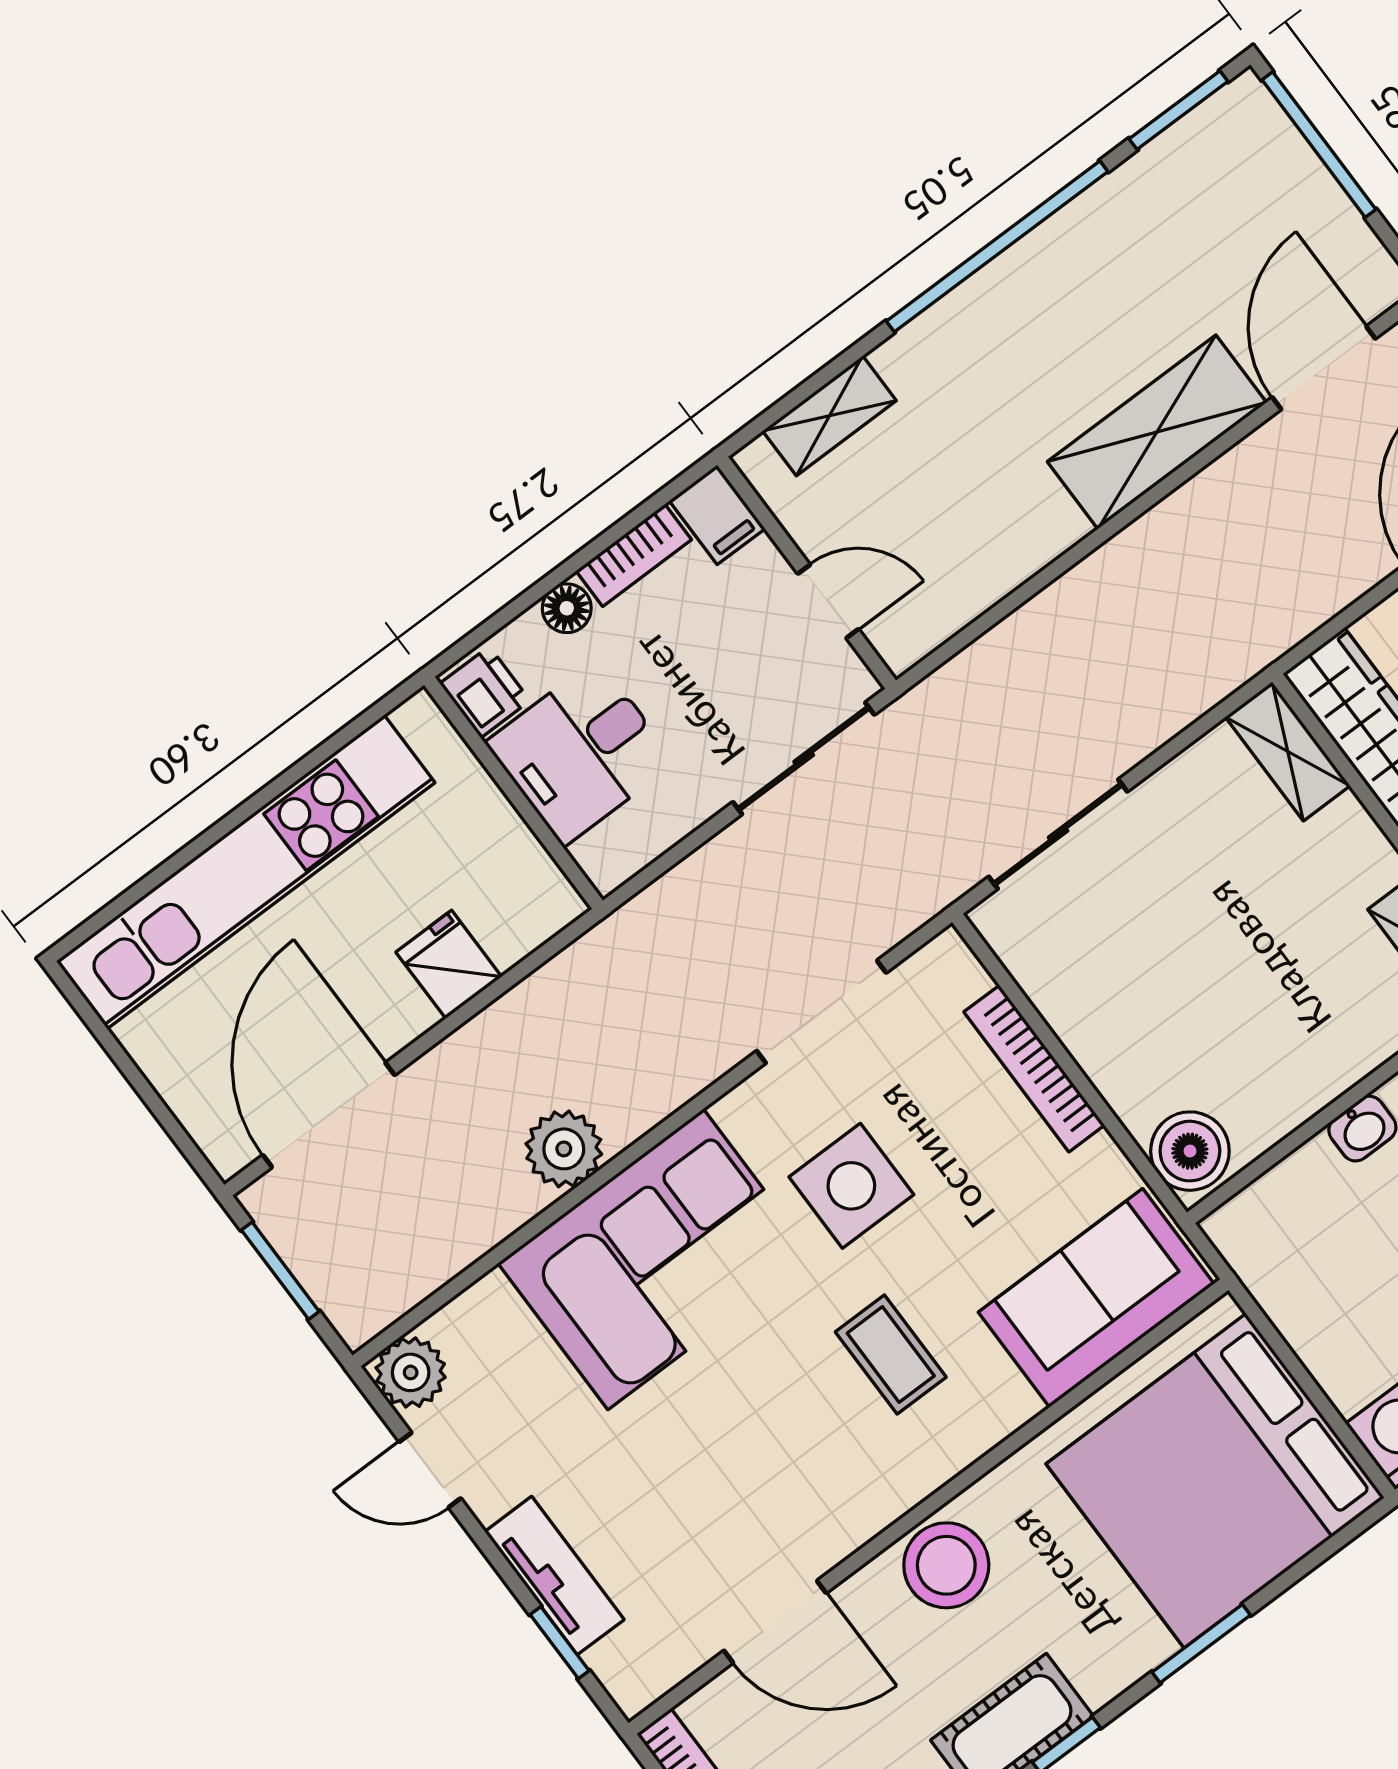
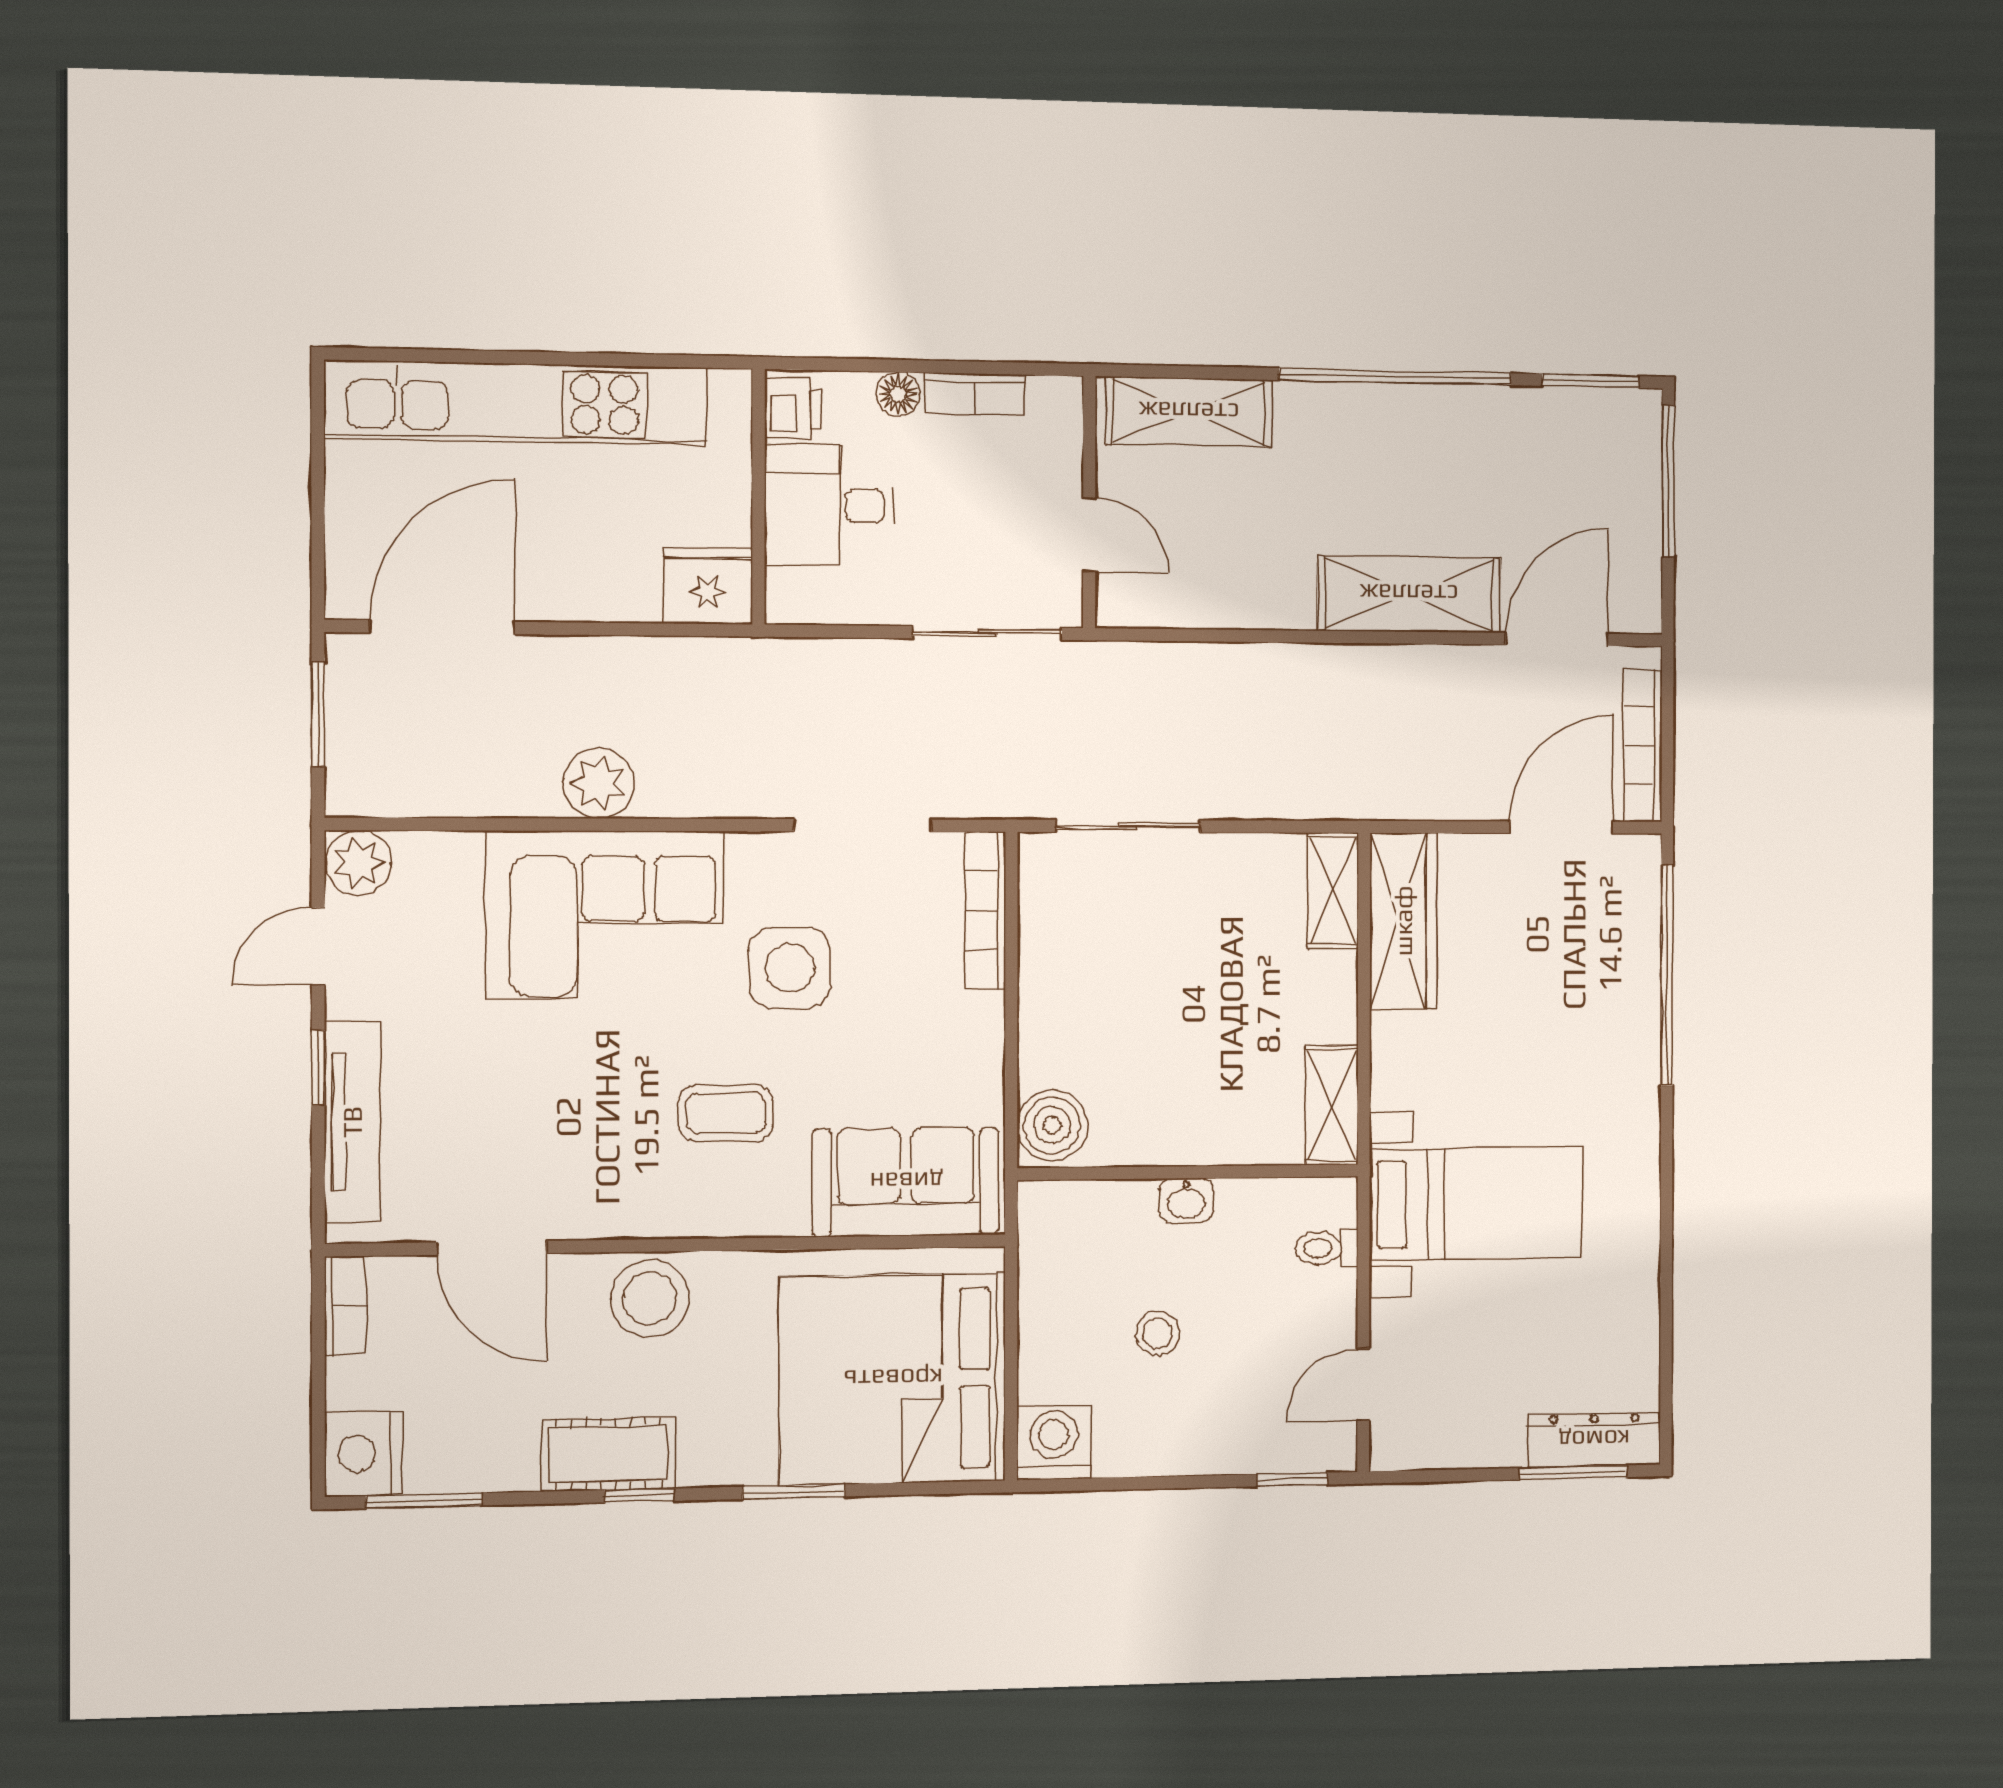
shelving: (829, 416) -> (1189, 412), width x1.50, depth x1.33
filing cabinet: (717, 515) -> (1056, 411), removed
fridge: (449, 964) -> (708, 586), moved, width x1.38
bookcase: (1034, 1069) -> (985, 911), moved
coffee table: (891, 1354) -> (726, 1113), turned 90
door: (430, 1470) -> (318, 946), hinge flipped
tv unit: (554, 1576) -> (352, 1122), width x1.41
window: (560, 1643) -> (318, 1068), moved

